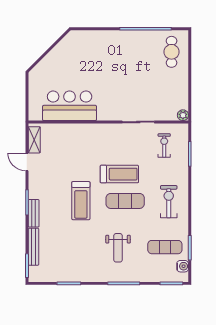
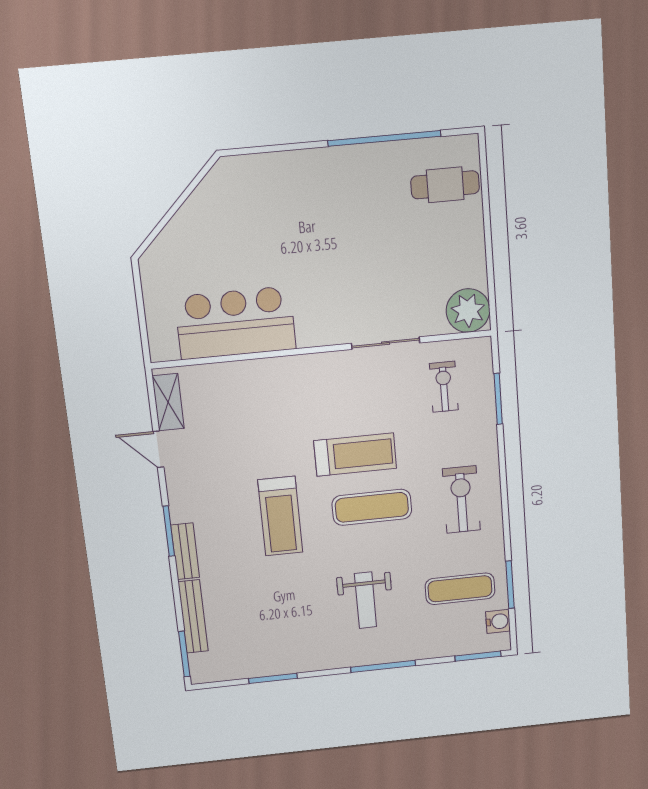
cafe table: (172, 52) -> (445, 185), turned 90
plant: (183, 115) -> (468, 310), width x1.87, depth x1.87

